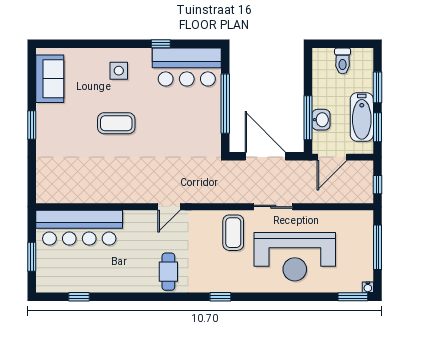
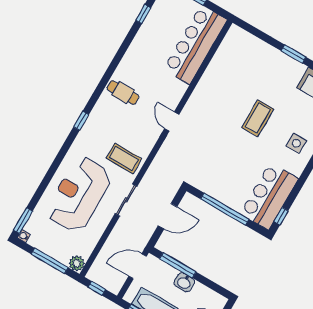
window: (161, 44) -> (281, 216), moved
washbasin: (321, 120) -> (184, 282), moved
door: (265, 156) -> (167, 216), width x0.73
door: (332, 157) -> (138, 266), hinge flipped
plant: (364, 219) -> (77, 263), added

